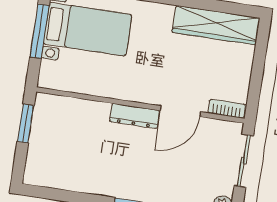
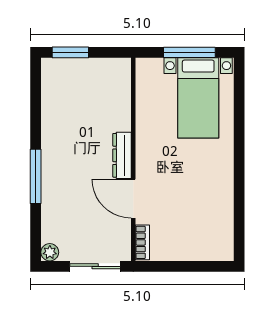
wardrobe: (216, 25) -> (221, 220), removed
window: (26, 123) -> (70, 52), moved

